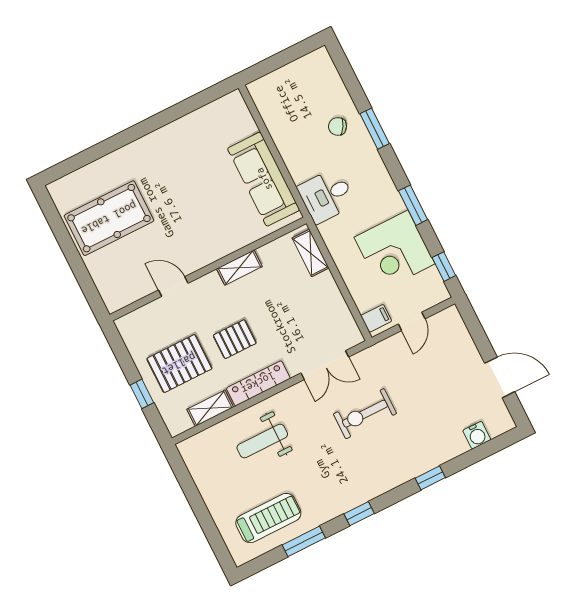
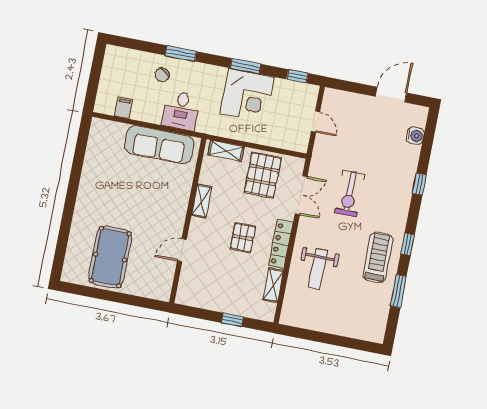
desk: (326, 196) -> (181, 111), moved
corner desk: (395, 251) -> (247, 95), moved
filing cabinet: (376, 318) -> (124, 108), moved
pallet: (179, 364) -> (263, 175), moved
treadmill: (268, 518) -> (378, 257), moved

